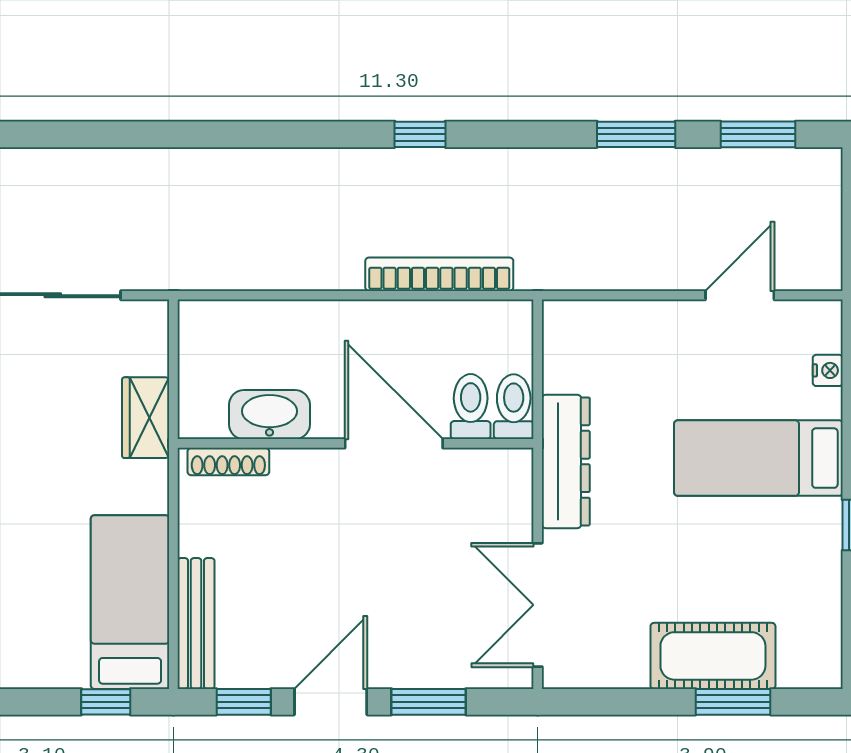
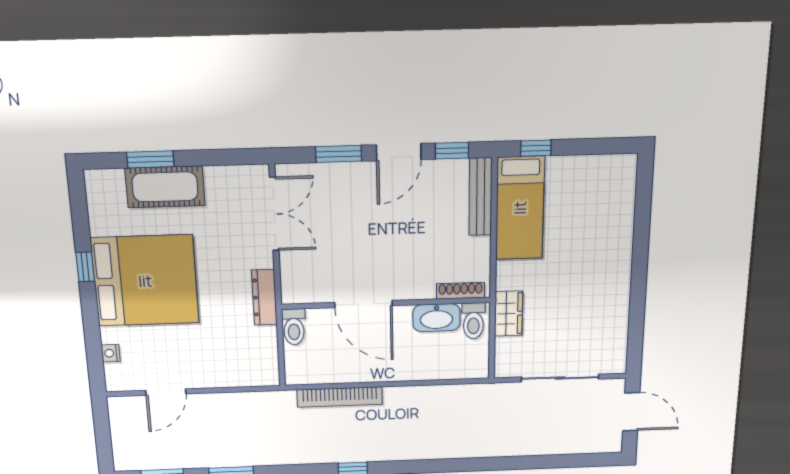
toilet: (471, 407) -> (473, 321), moved
bed: (758, 458) -> (145, 281), width x2.04
dresser: (566, 461) -> (264, 297), width x0.73, depth x0.80

